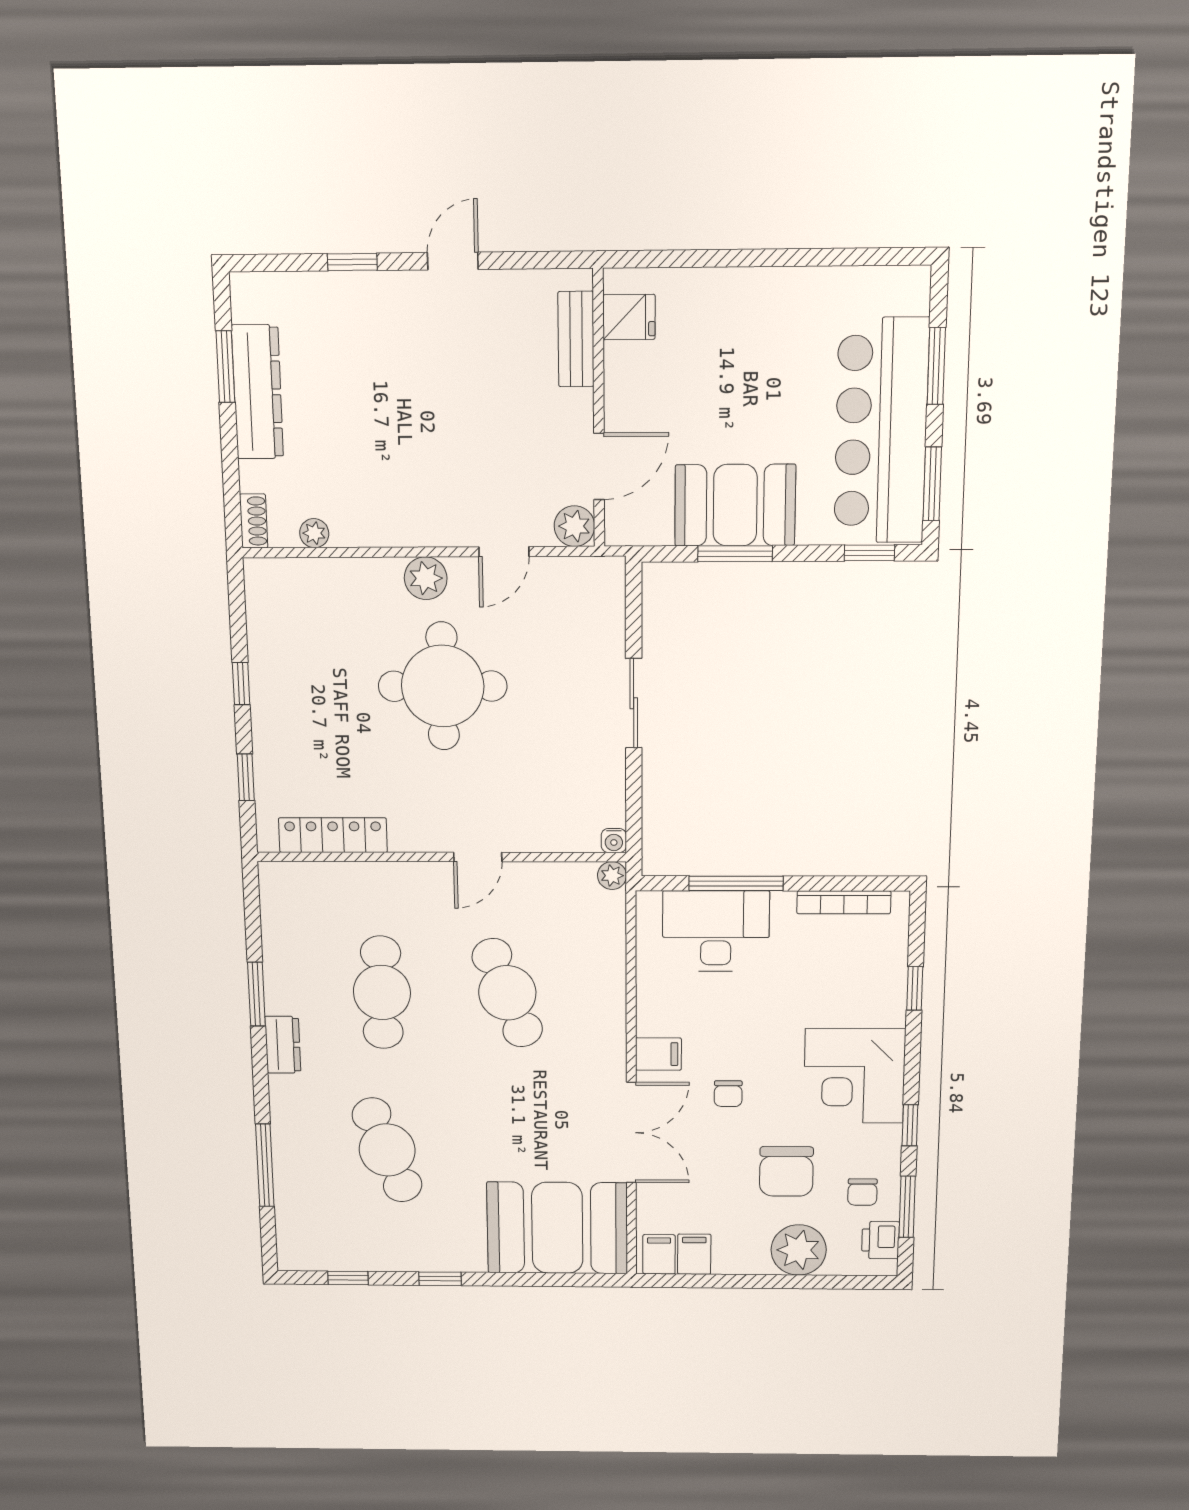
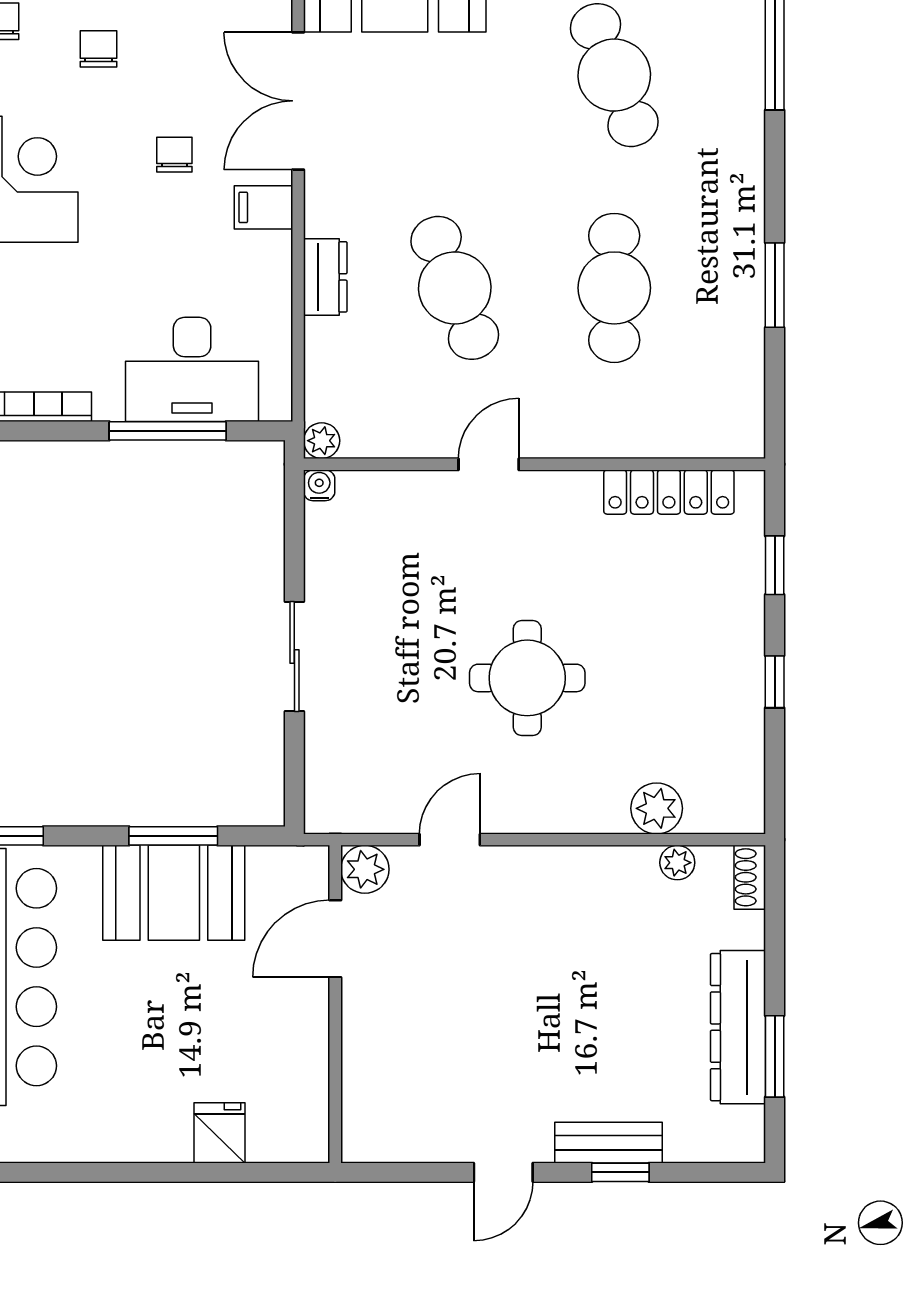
fridge: (629, 317) -> (219, 1133), moved, turned 90
bench: (576, 339) -> (609, 1143), moved, turned 90
plant: (426, 578) -> (657, 808), moved
round table: (443, 686) -> (527, 678), width x0.73, depth x0.73
dresser: (283, 1045) -> (325, 277), moved, turned 180
chair: (786, 1171) -> (98, 49), width x0.54, depth x0.54

